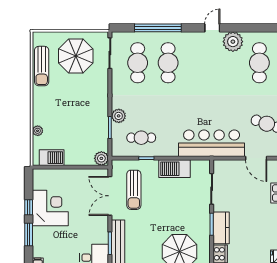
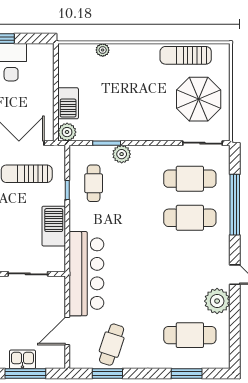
barbecue: (52, 158) -> (68, 103), moved

